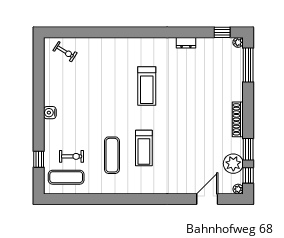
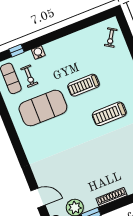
water cooler: (50, 113) -> (38, 52), moved
treadmill: (144, 148) -> (83, 85), moved
exercise mat: (112, 155) -> (43, 108), width x2.00, depth x1.45

